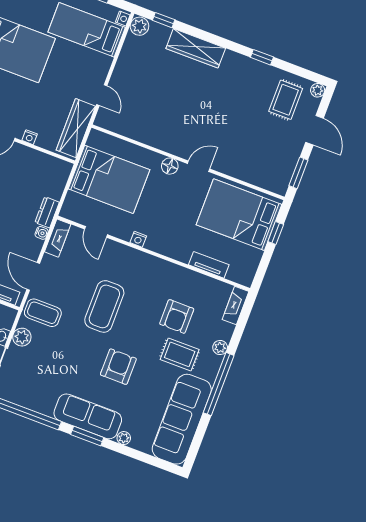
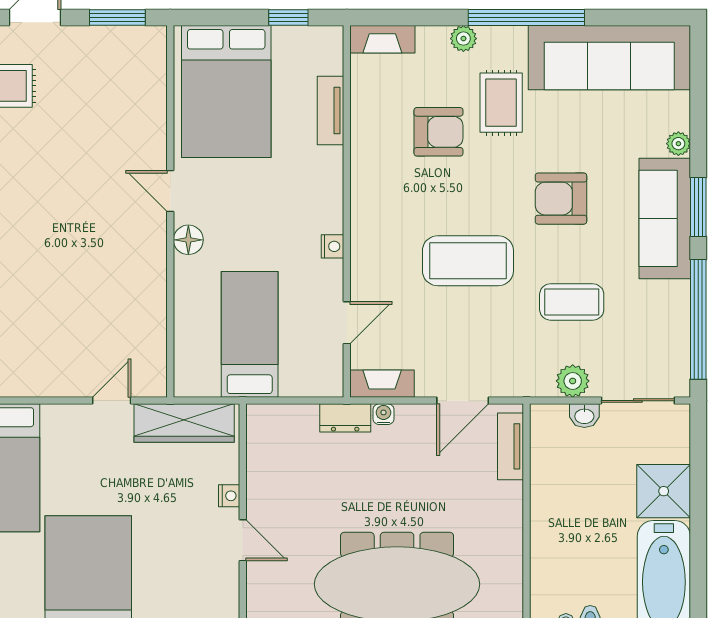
bed: (109, 179) -> (250, 334), width x0.67
window: (276, 233) -> (288, 18), moved
coffee table: (43, 313) -> (572, 302), moved, turned 90

